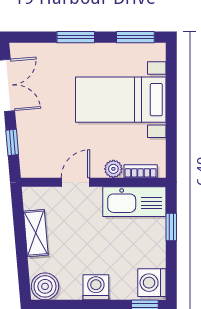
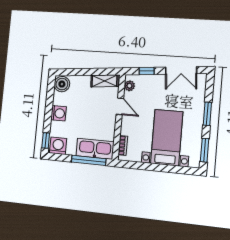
plant: (113, 169) -> (130, 86), moved
kitchen sink: (134, 202) -> (95, 149), moved, turned 90
window: (171, 227) -> (89, 160), width x2.17
shelving: (36, 233) -> (104, 81), moved

